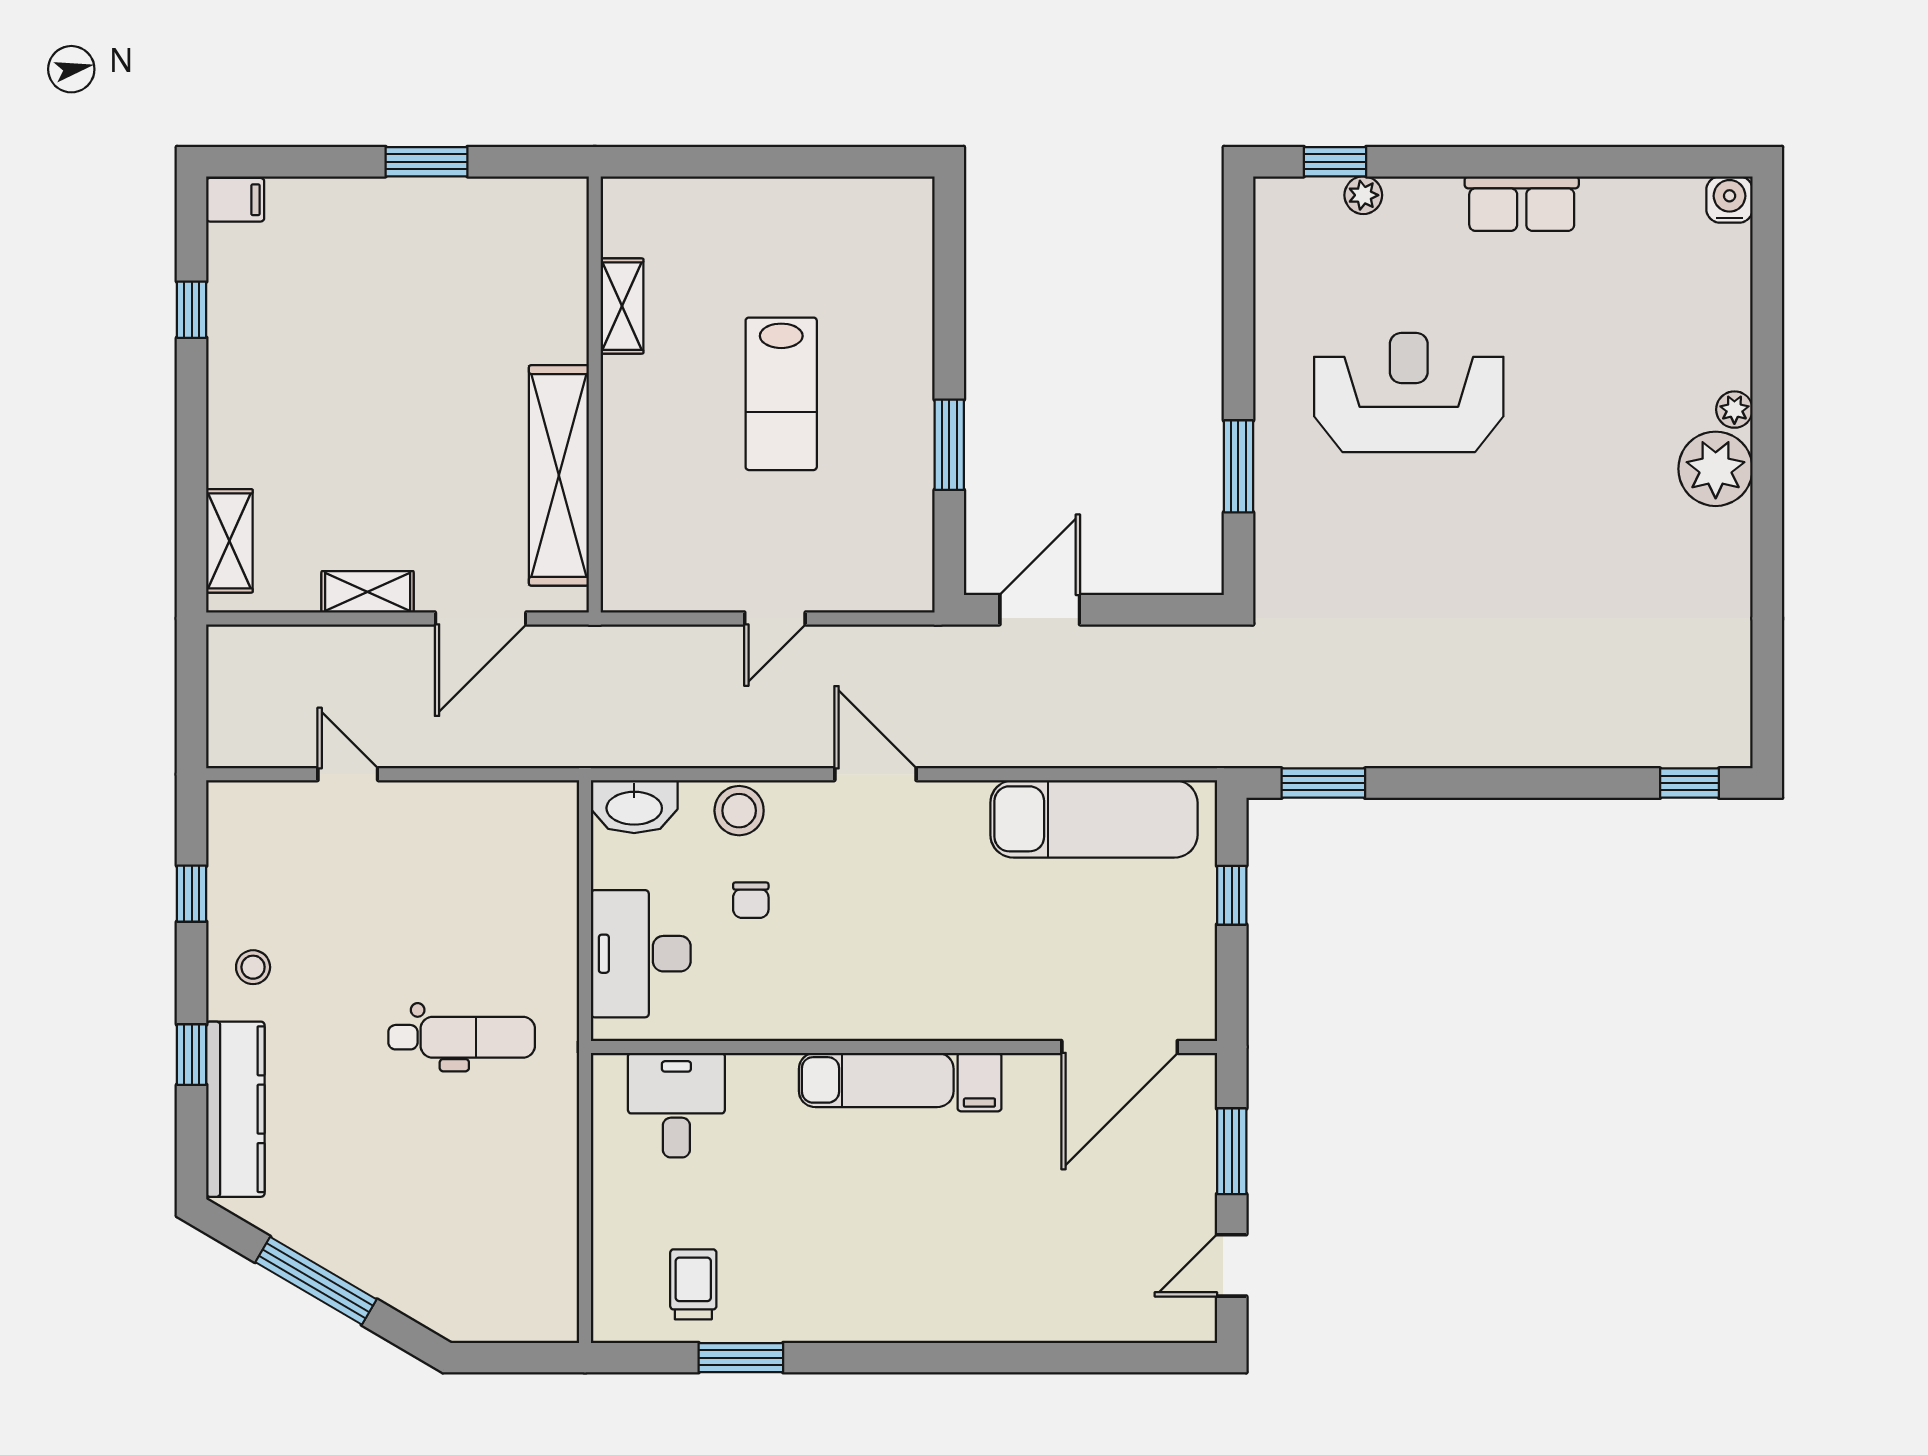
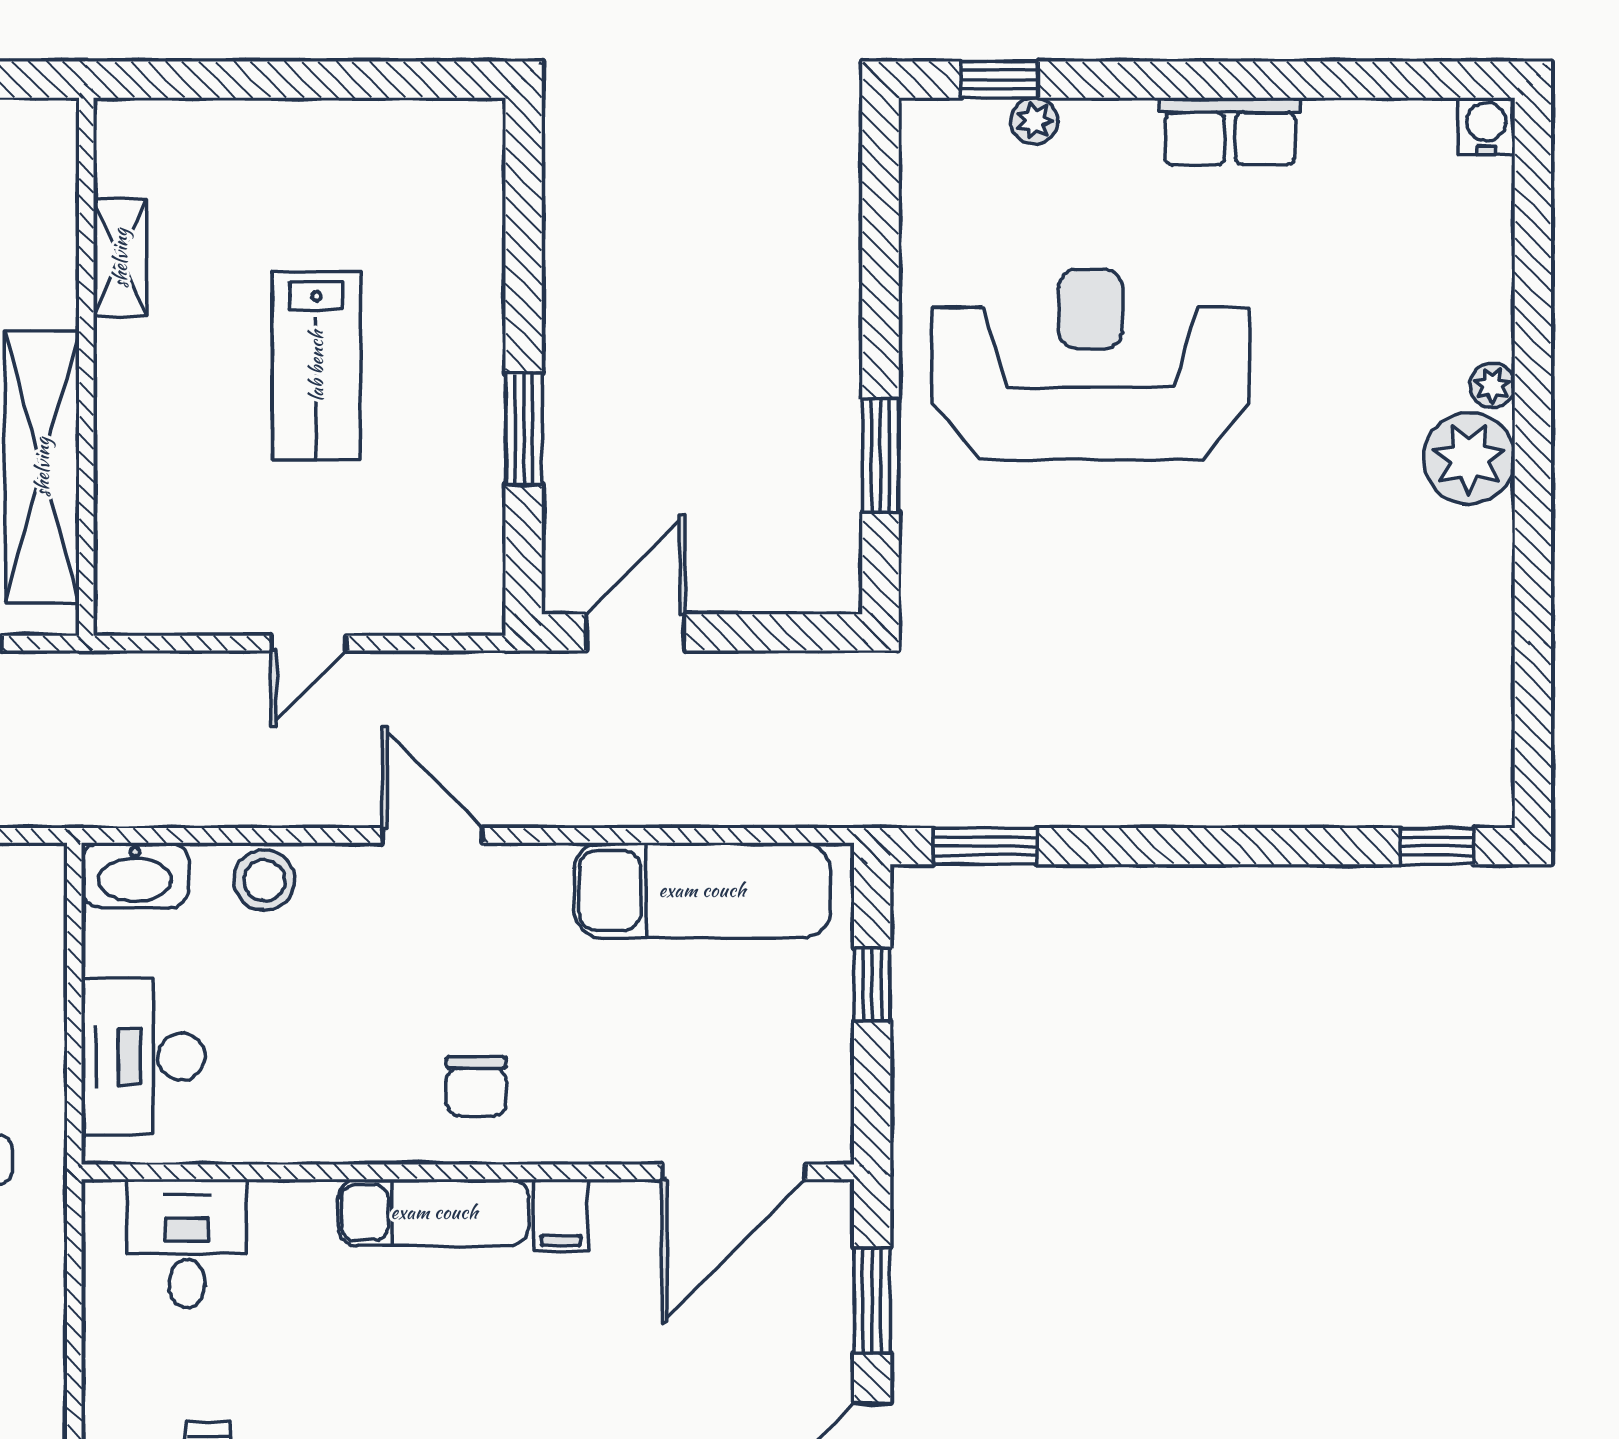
reception desk: (1409, 393) -> (1091, 364), width x1.36, depth x1.30
chair: (751, 900) -> (476, 1087), moved, width x1.37, depth x1.37

